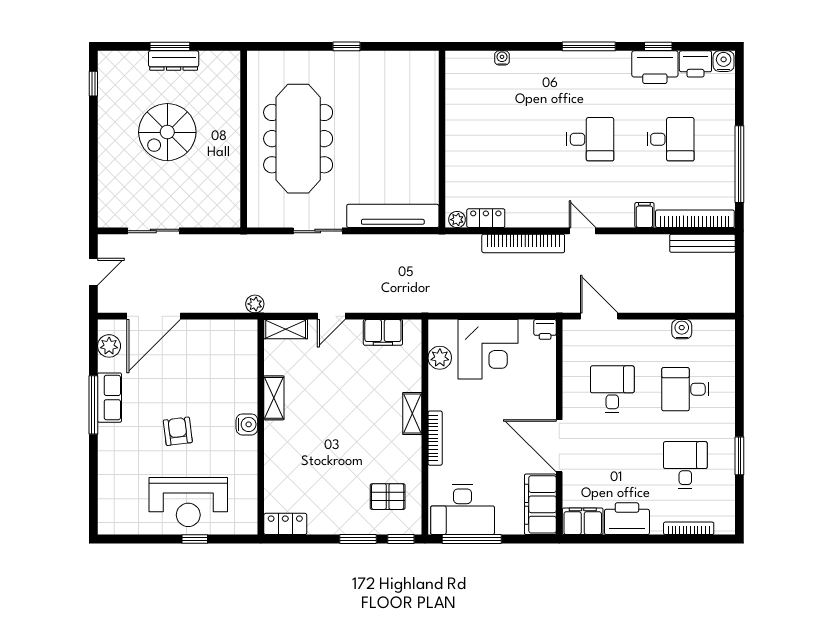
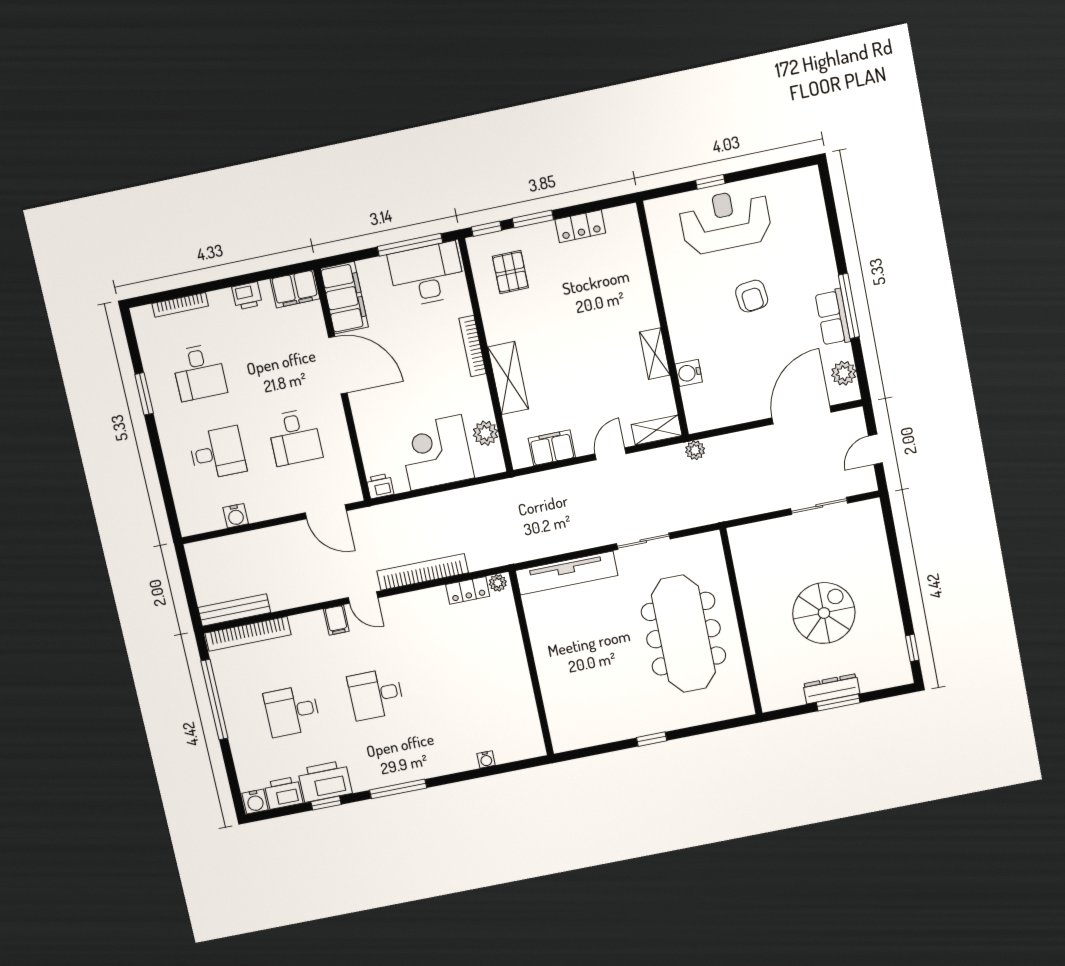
filing cabinet: (644, 215) -> (336, 620), moved
shelving: (412, 414) -> (508, 378), width x1.50, depth x1.33
water cooler: (247, 424) -> (689, 373), moved
pallet: (388, 497) -> (510, 272), turned 90
printer: (627, 519) -> (247, 296), width x0.53, depth x0.68
locker: (285, 524) -> (580, 226), moved

